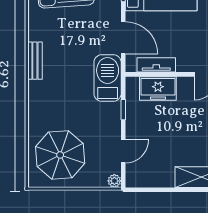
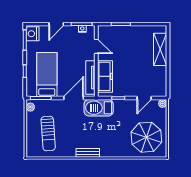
tv unit: (156, 65) -> (90, 77), width x1.41
freezer: (158, 88) -> (105, 76), width x1.40
door: (123, 151) -> (144, 98), swing flipped

